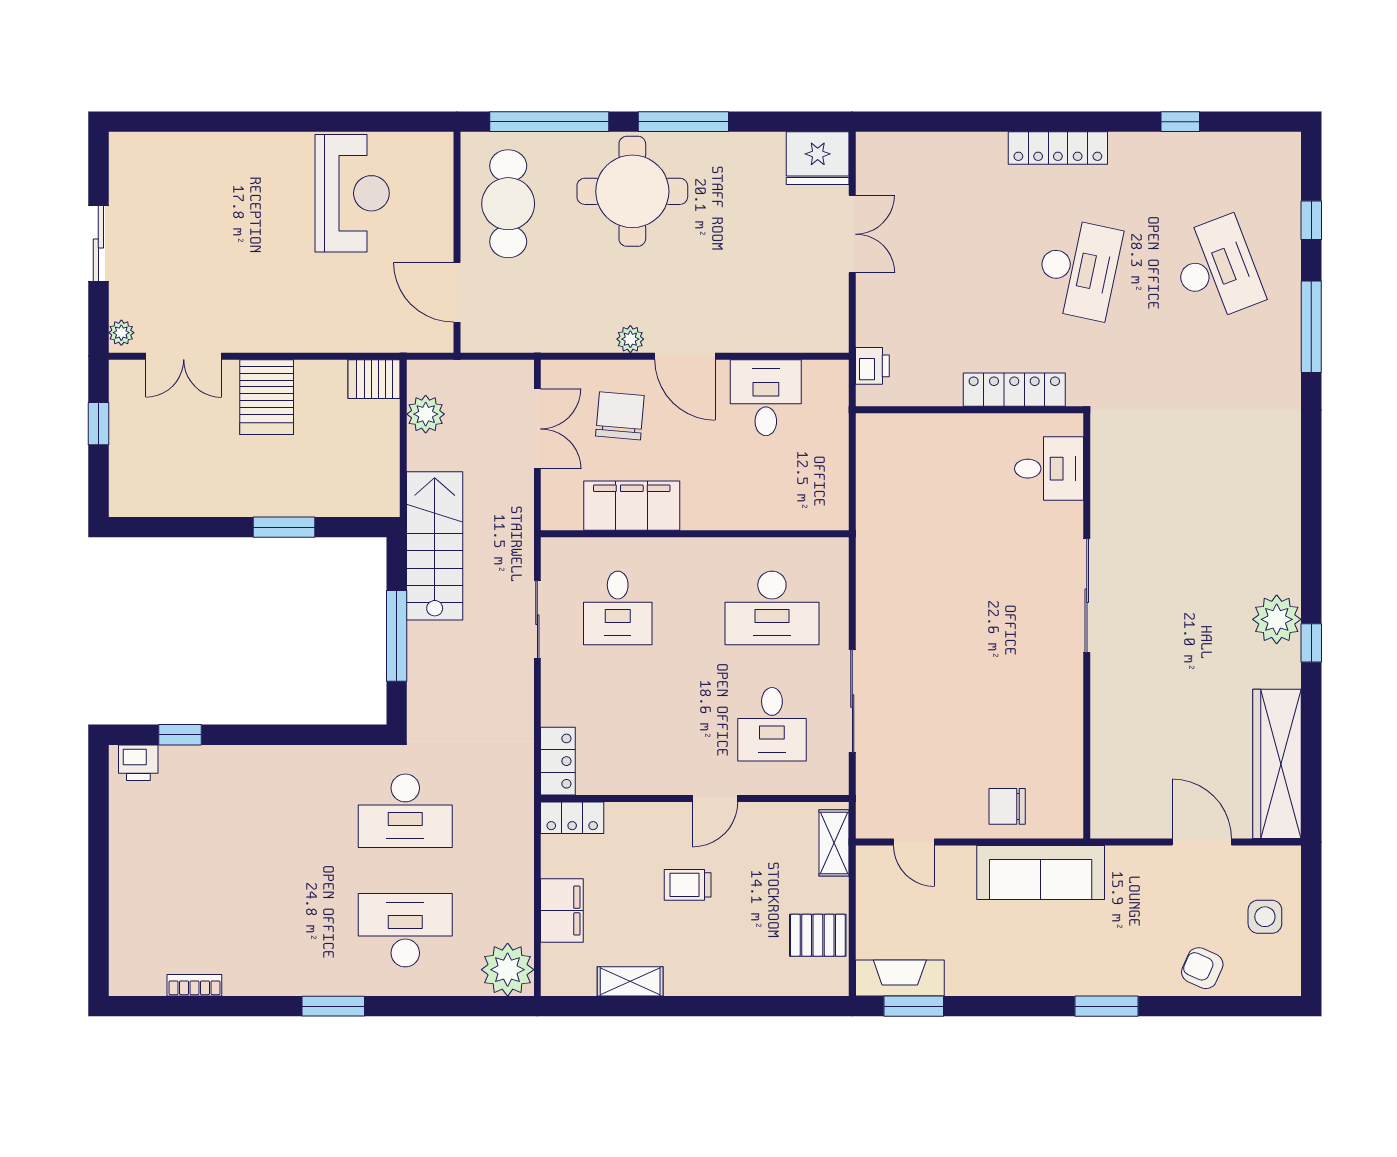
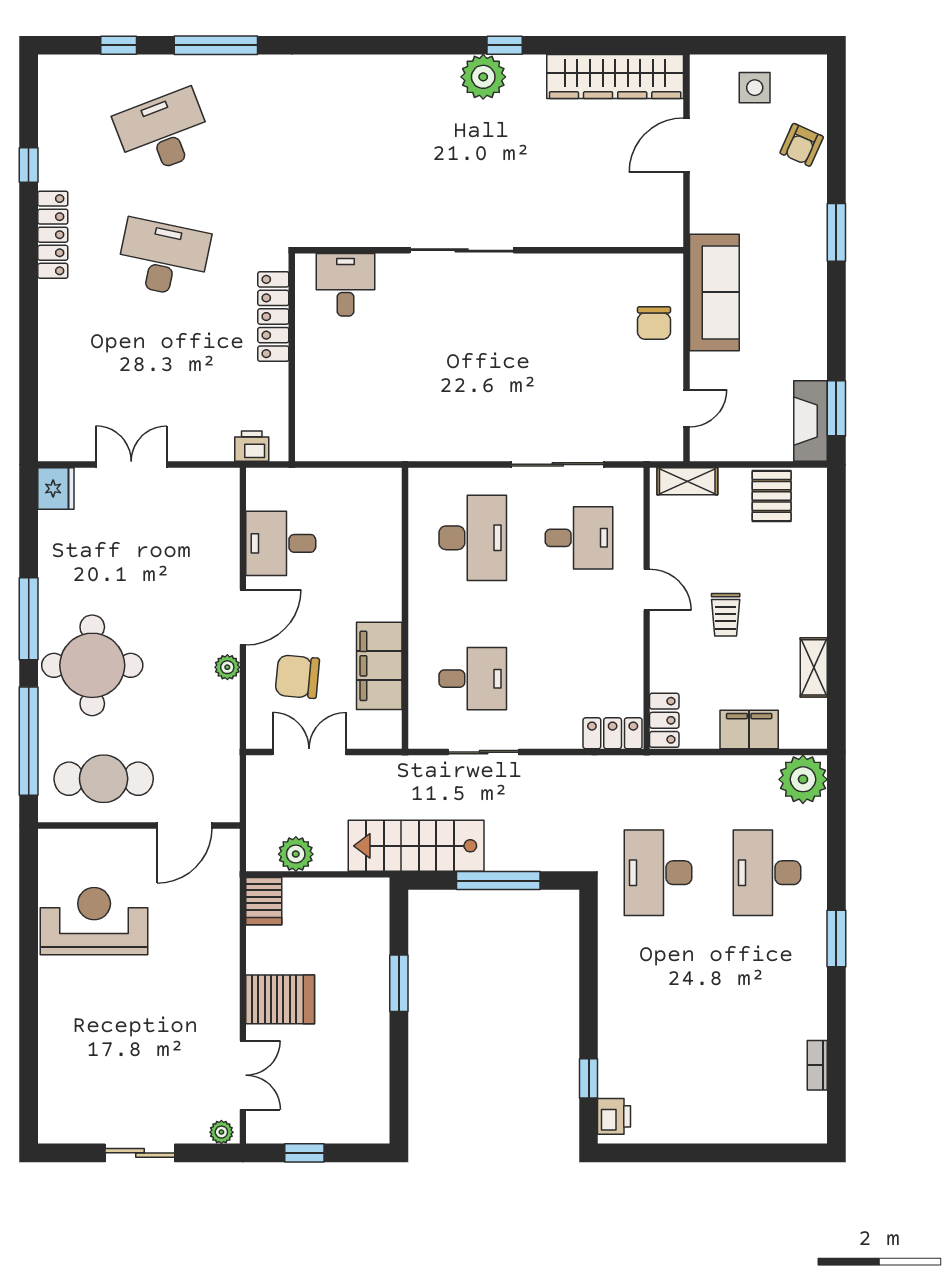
locker: (1058, 148) -> (53, 235), moved
fridge: (818, 158) -> (56, 489), width x0.73, depth x0.75
desk: (405, 811) -> (658, 873), turned 180

